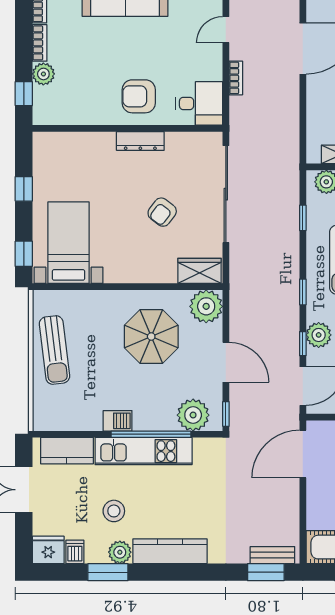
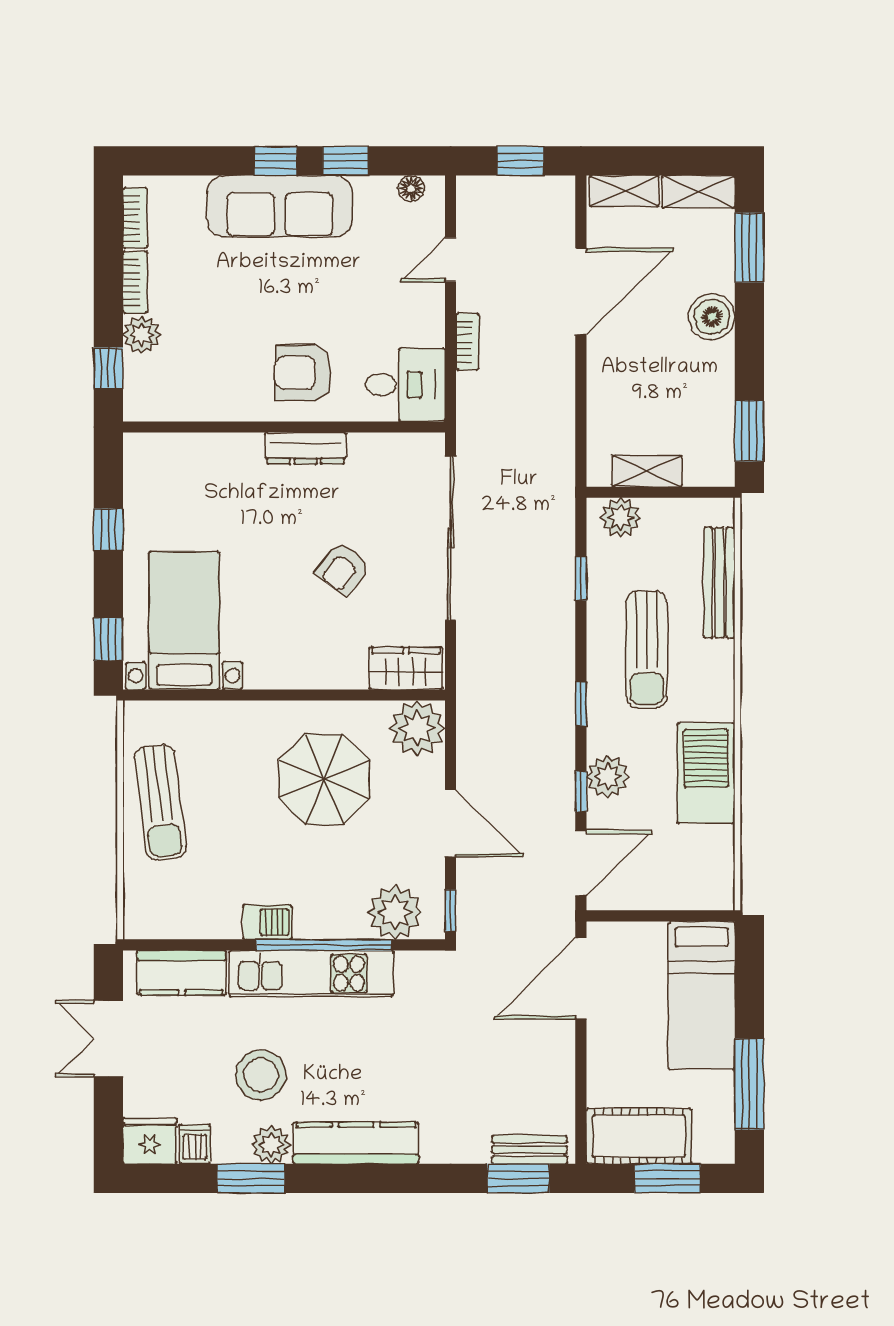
stool: (114, 511) -> (261, 1075), width x1.38, depth x1.38

